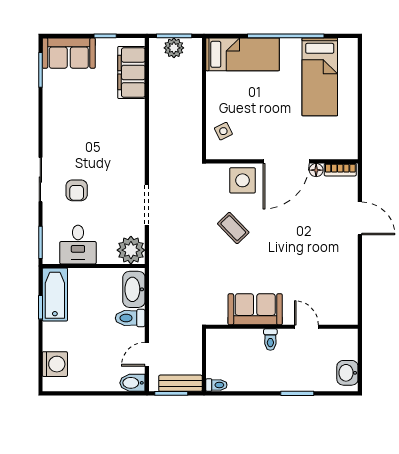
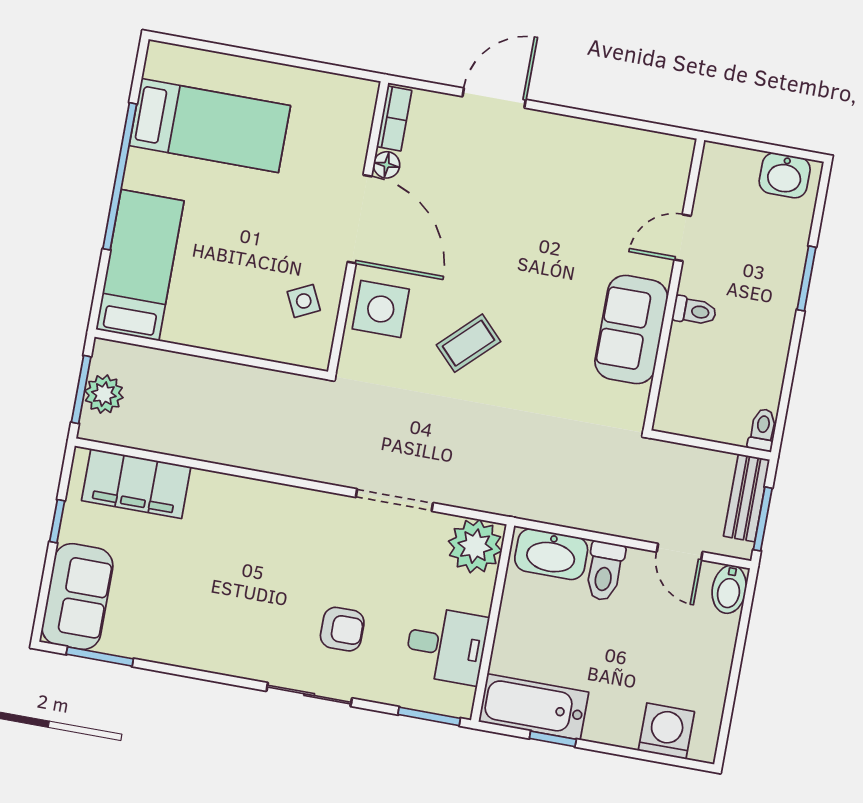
side table: (223, 131) -> (304, 301), moved

